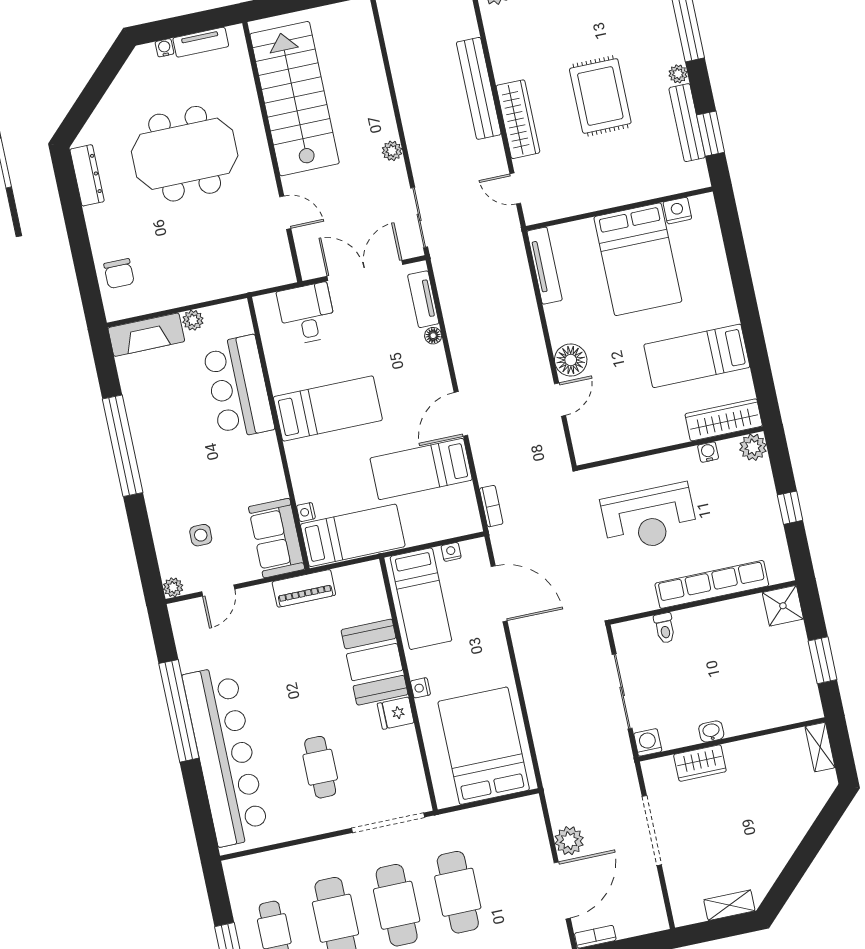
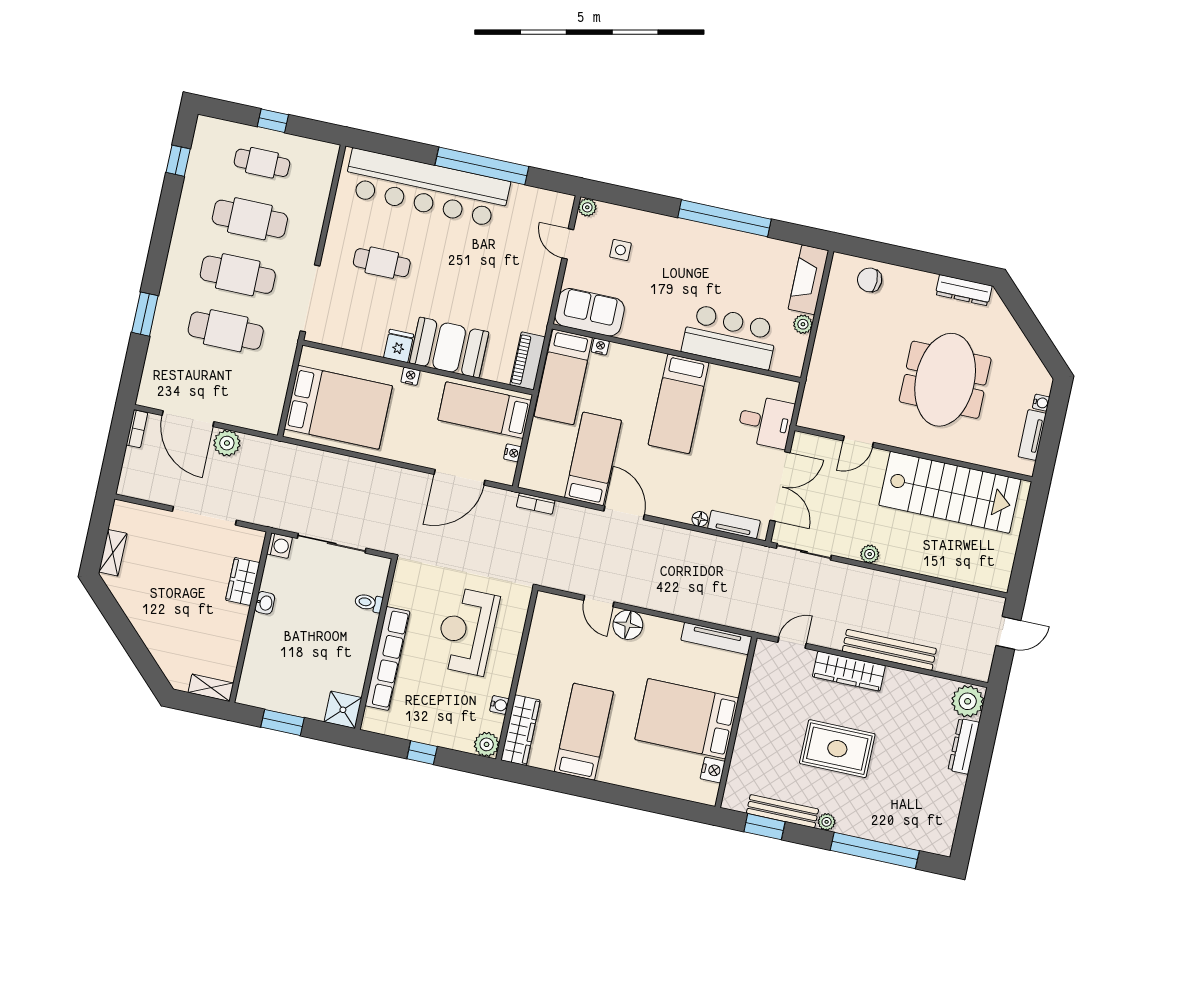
piano: (304, 588) -> (528, 361), moved

